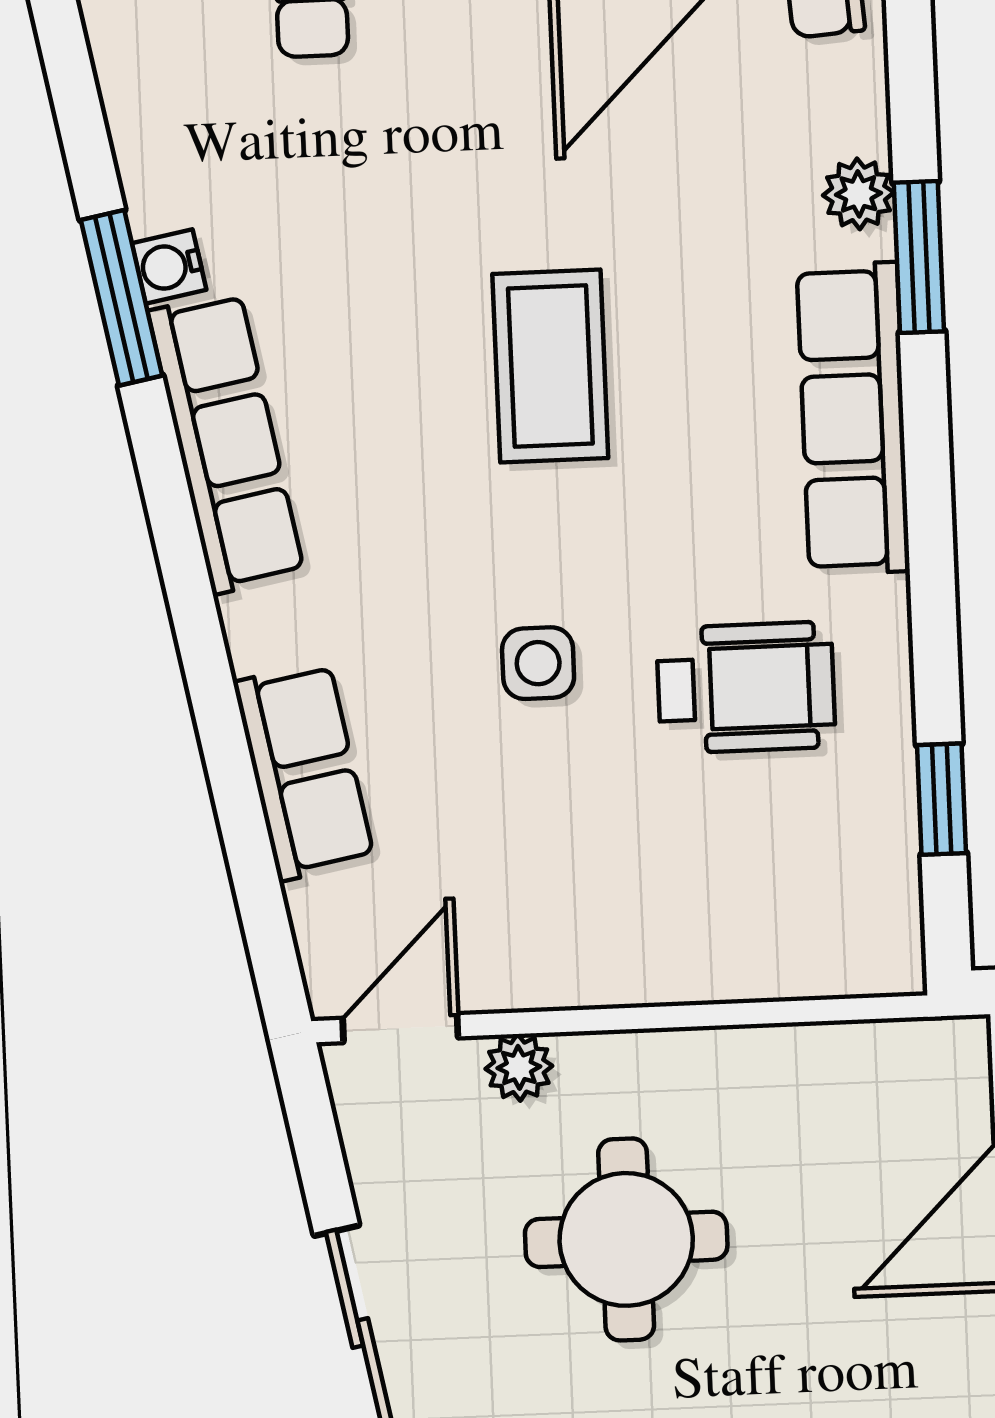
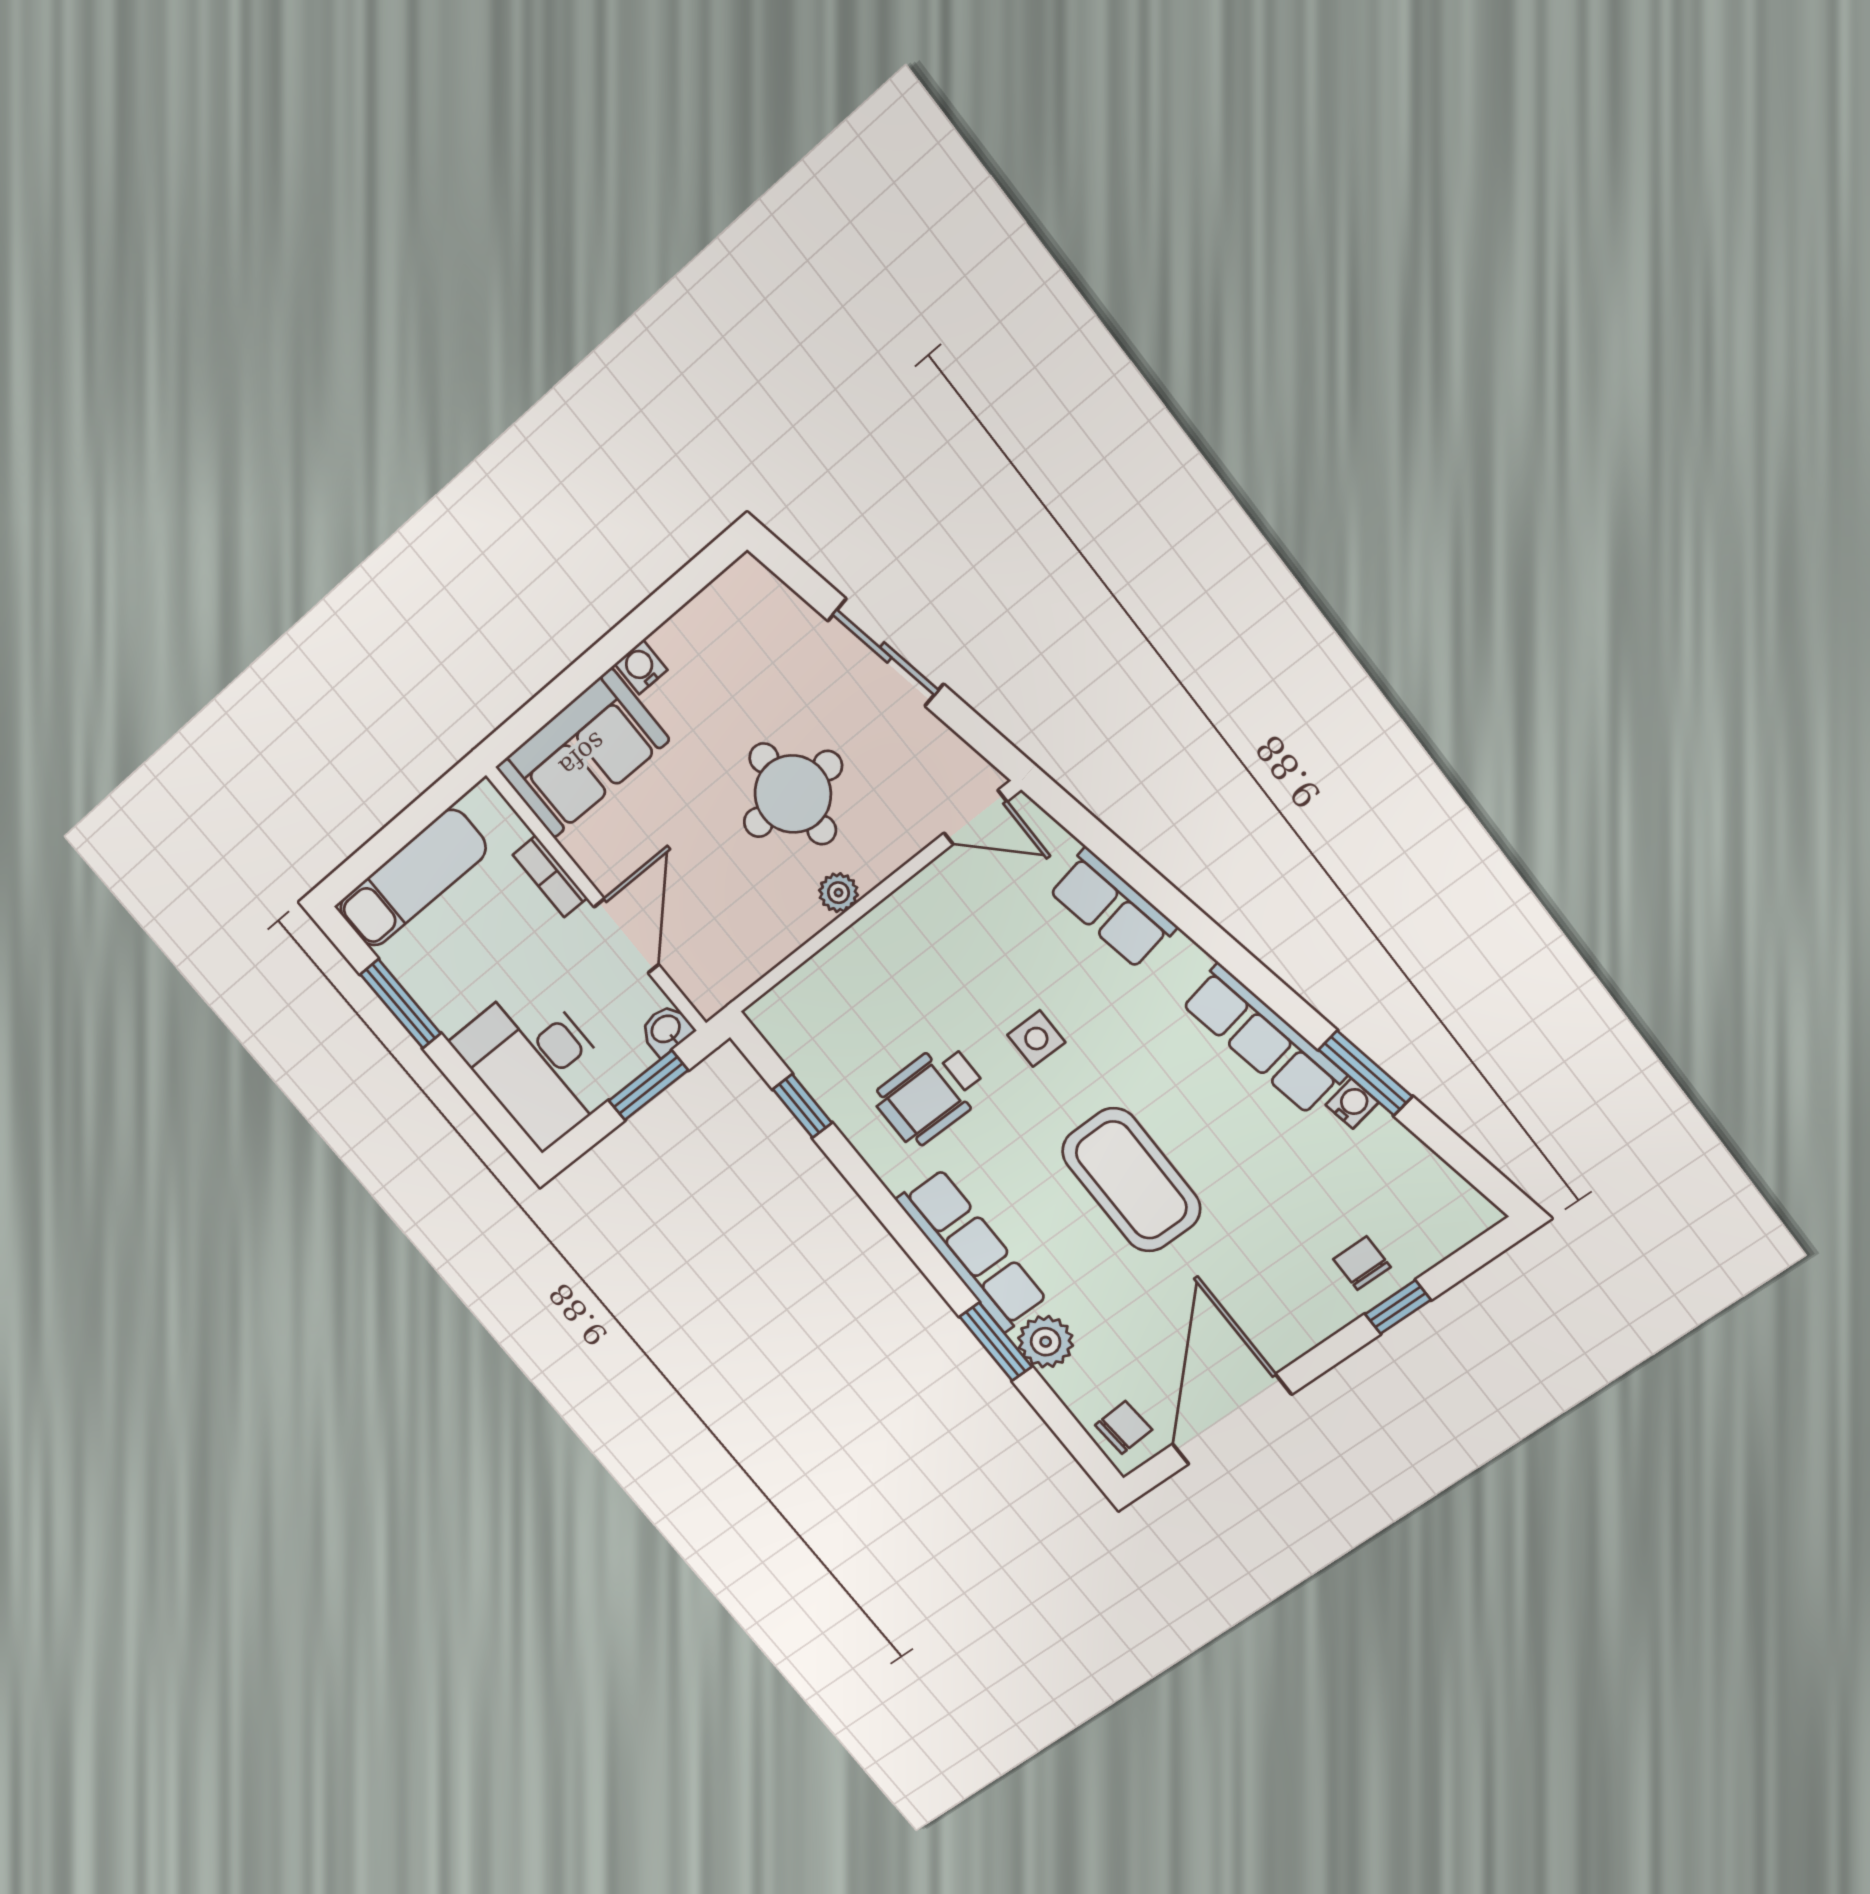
plant: (858, 194) -> (1046, 1342), width x1.38, depth x1.38
coffee table: (550, 366) -> (1131, 1180), width x1.36, depth x1.32
door: (400, 1028) -> (975, 817), hinge flipped
plant: (519, 1067) -> (838, 893), moved

